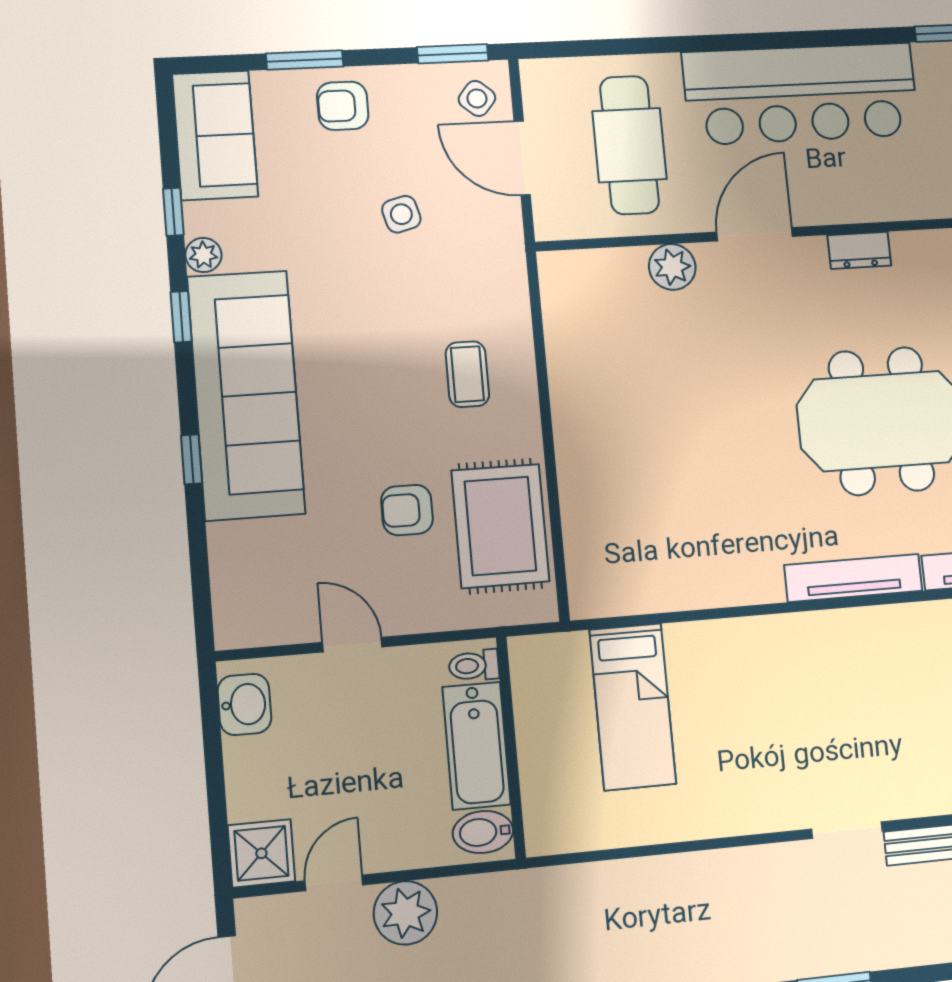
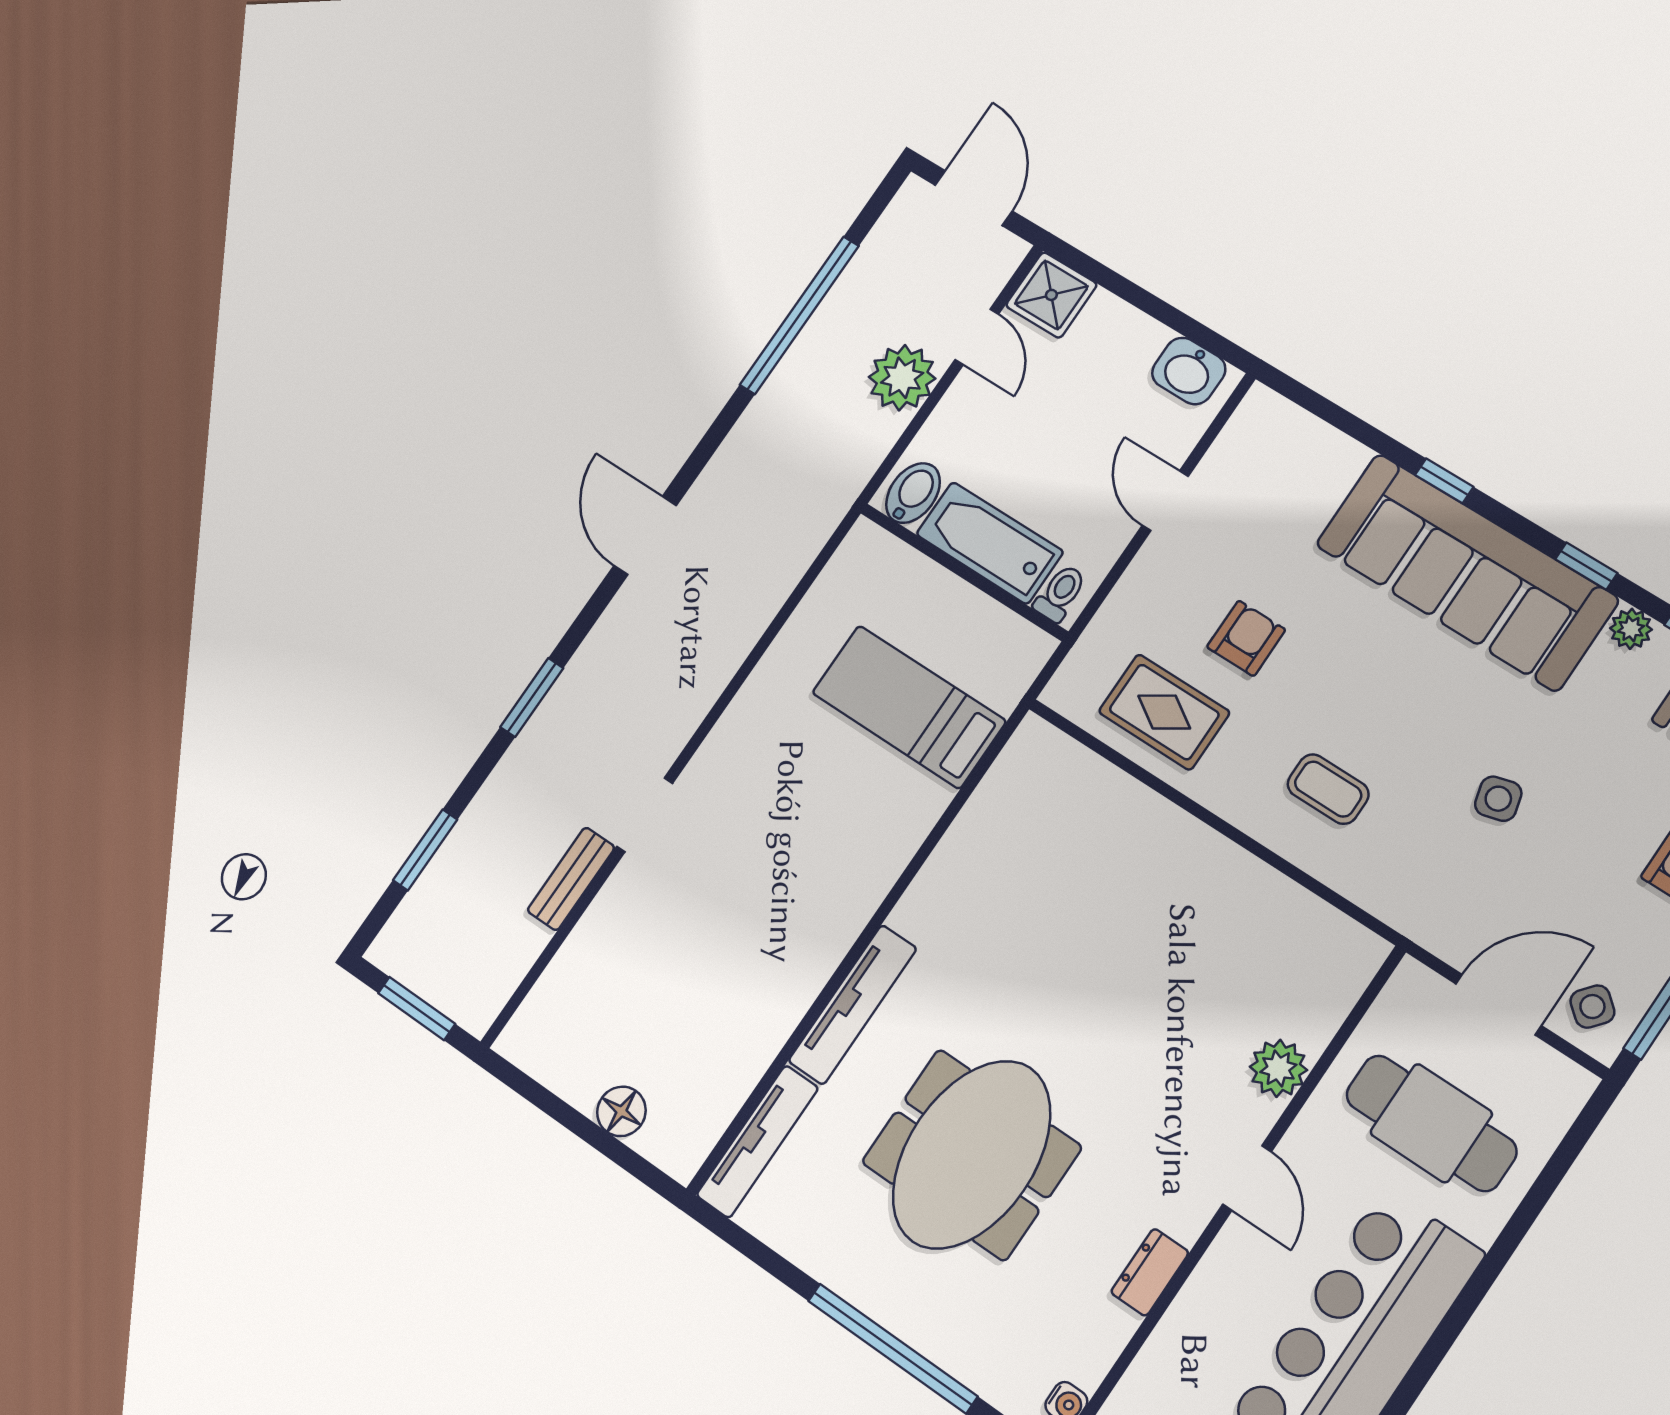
side table: (401, 214) -> (1498, 799), moved
door: (755, 234) -> (1247, 1178), width x0.73
rug: (500, 526) -> (1164, 712), width x0.73, depth x0.70
door: (352, 645) -> (1165, 501), swing flipped

